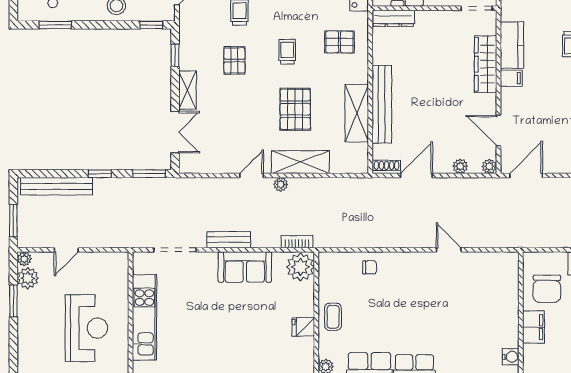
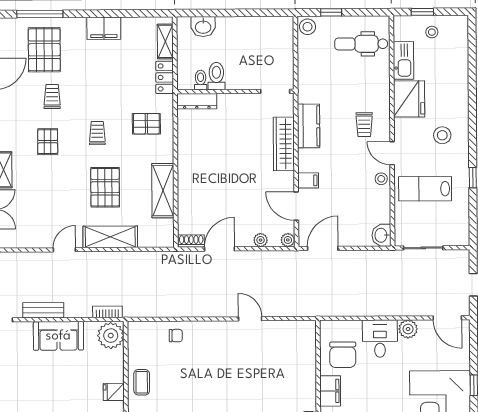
filing cabinet: (511, 78) -> (308, 180), moved
bench: (382, 104) -> (186, 182), removed
plant: (281, 184) -> (92, 258), removed

